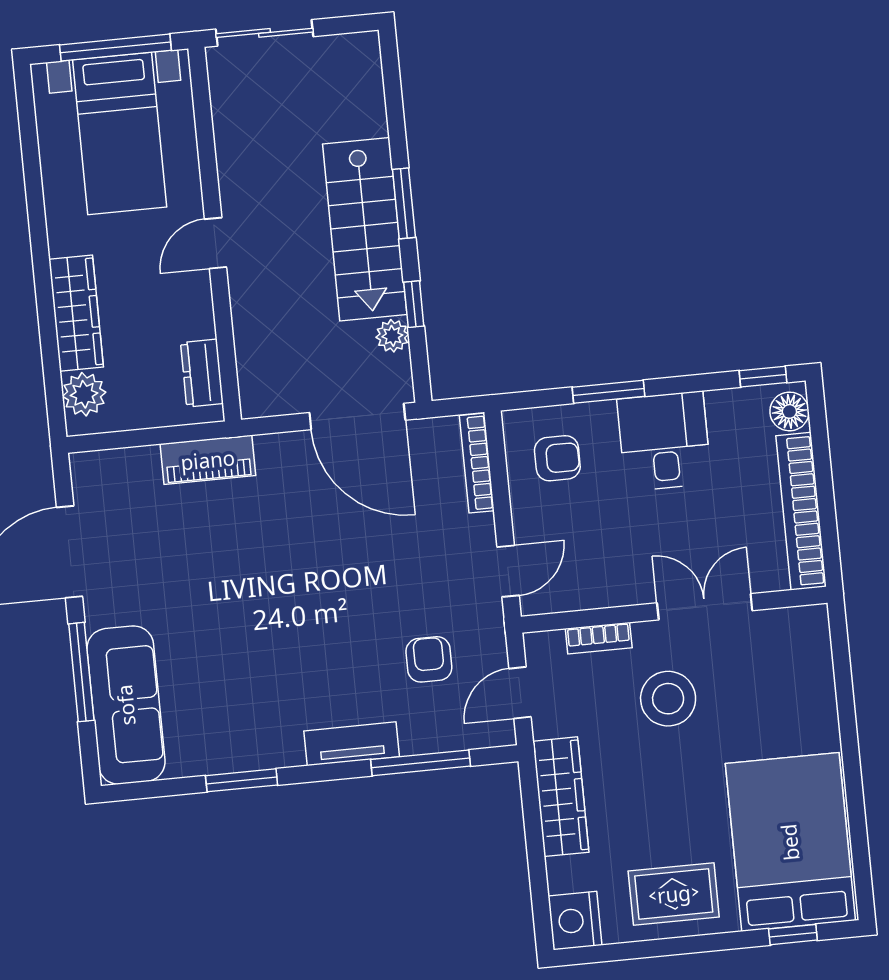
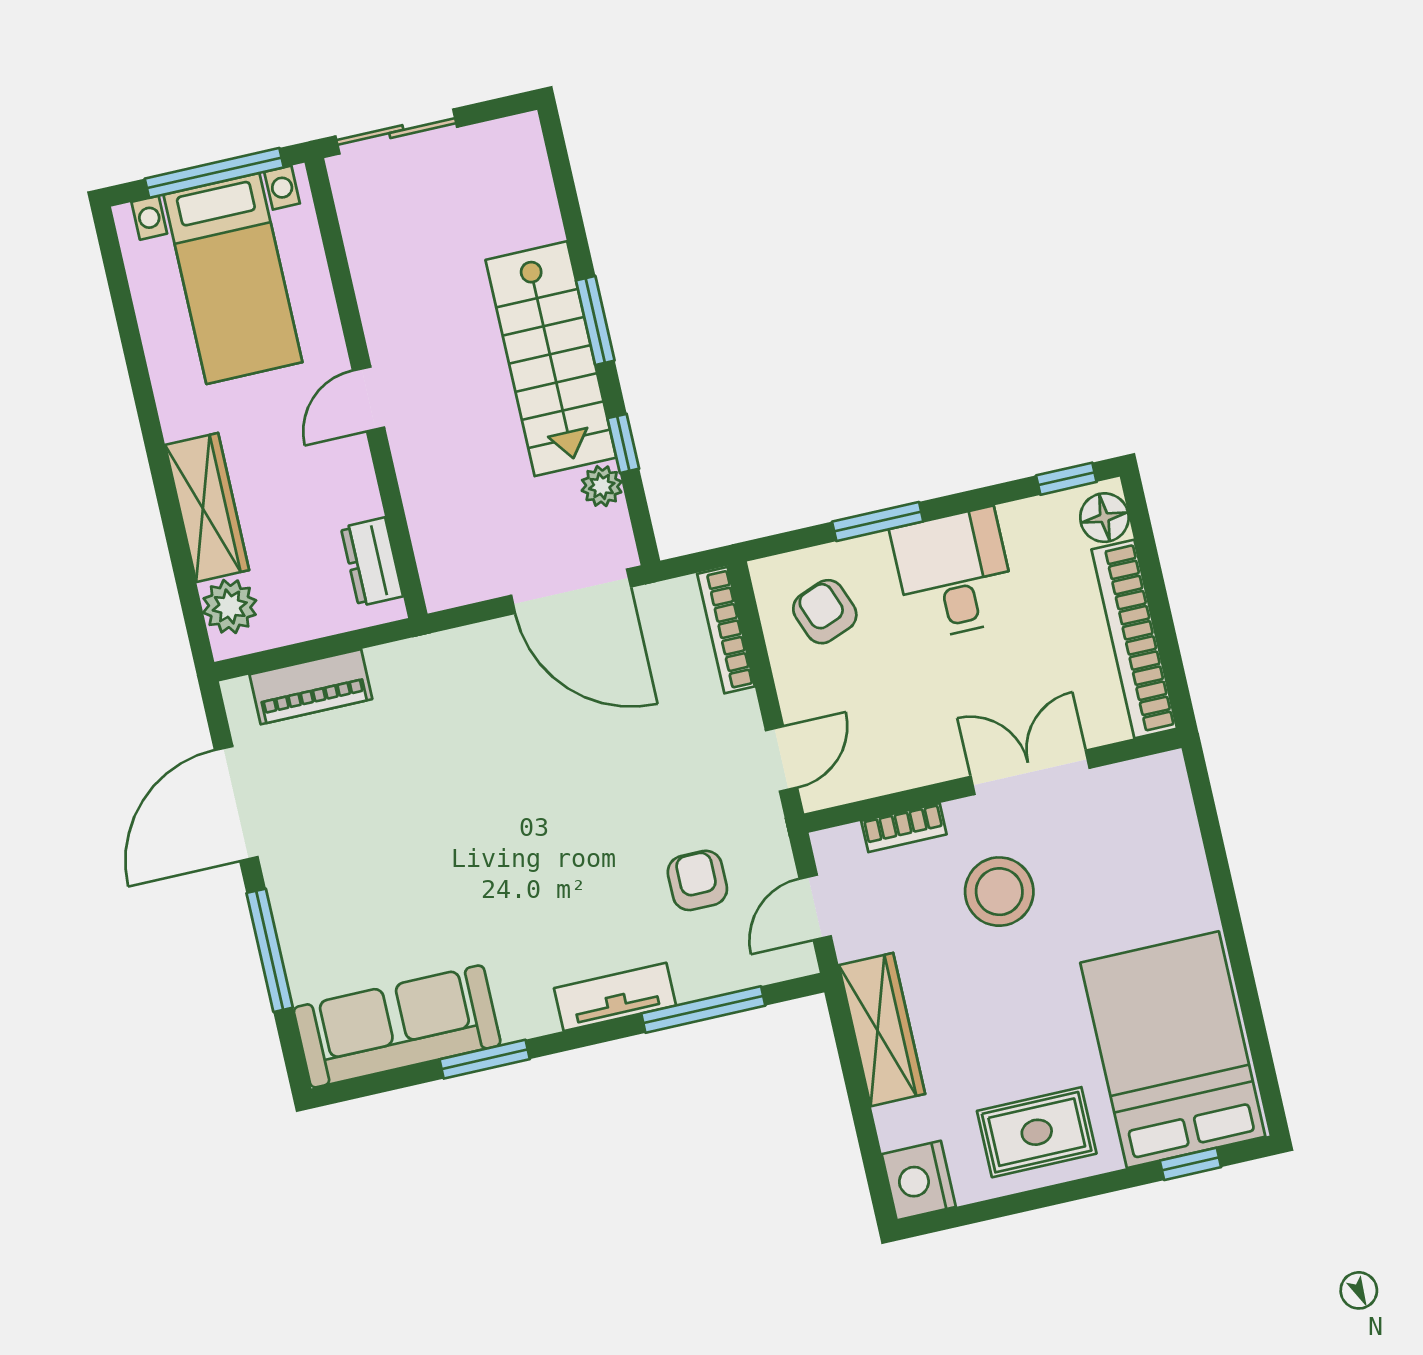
armchair: (557, 458) -> (825, 612), turned -111
piano: (208, 460) -> (311, 687), moved
sofa: (126, 705) -> (397, 1026), moved, turned -90

